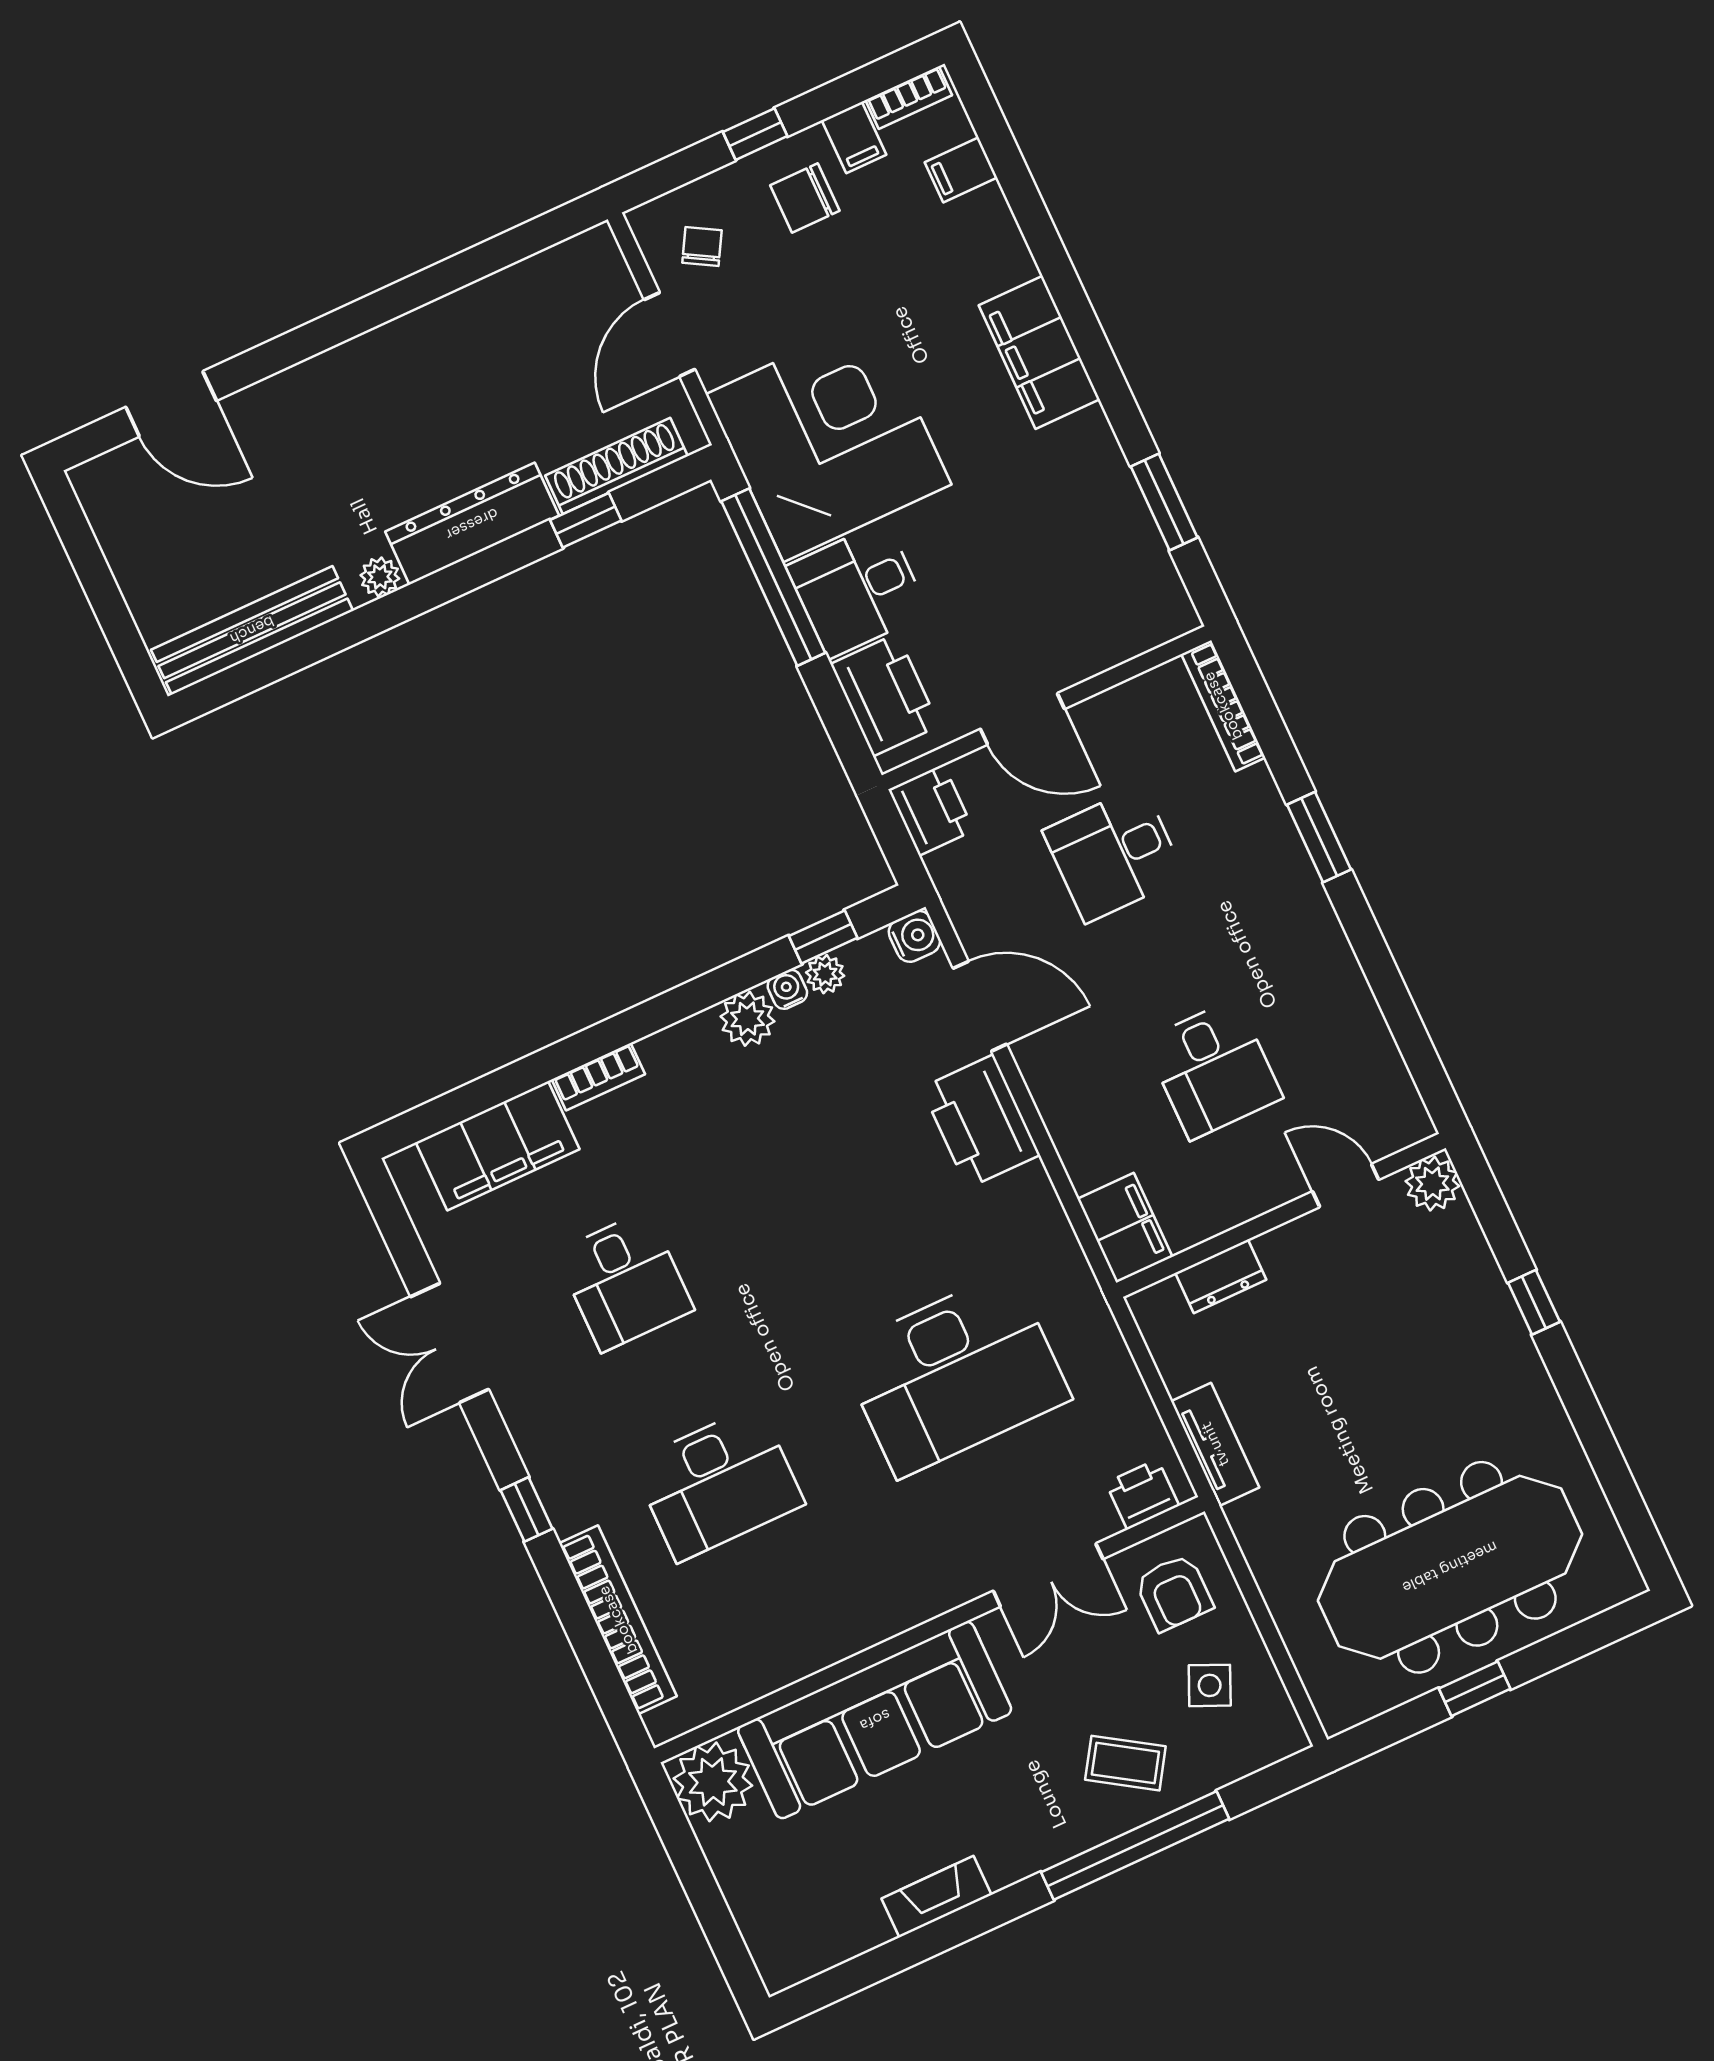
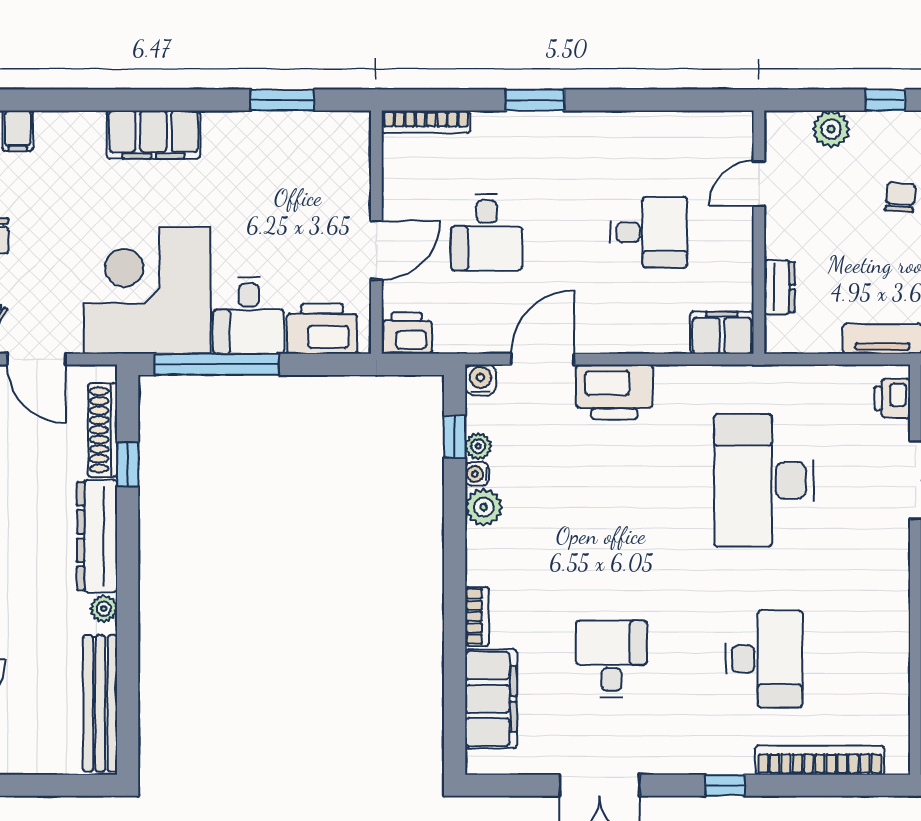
plant: (1432, 1184) -> (831, 129), moved
desk: (625, 1281) -> (611, 659), turned -90
desk: (955, 1374) -> (764, 480), turned 180
chair: (1414, 1381) -> (900, 197), added

